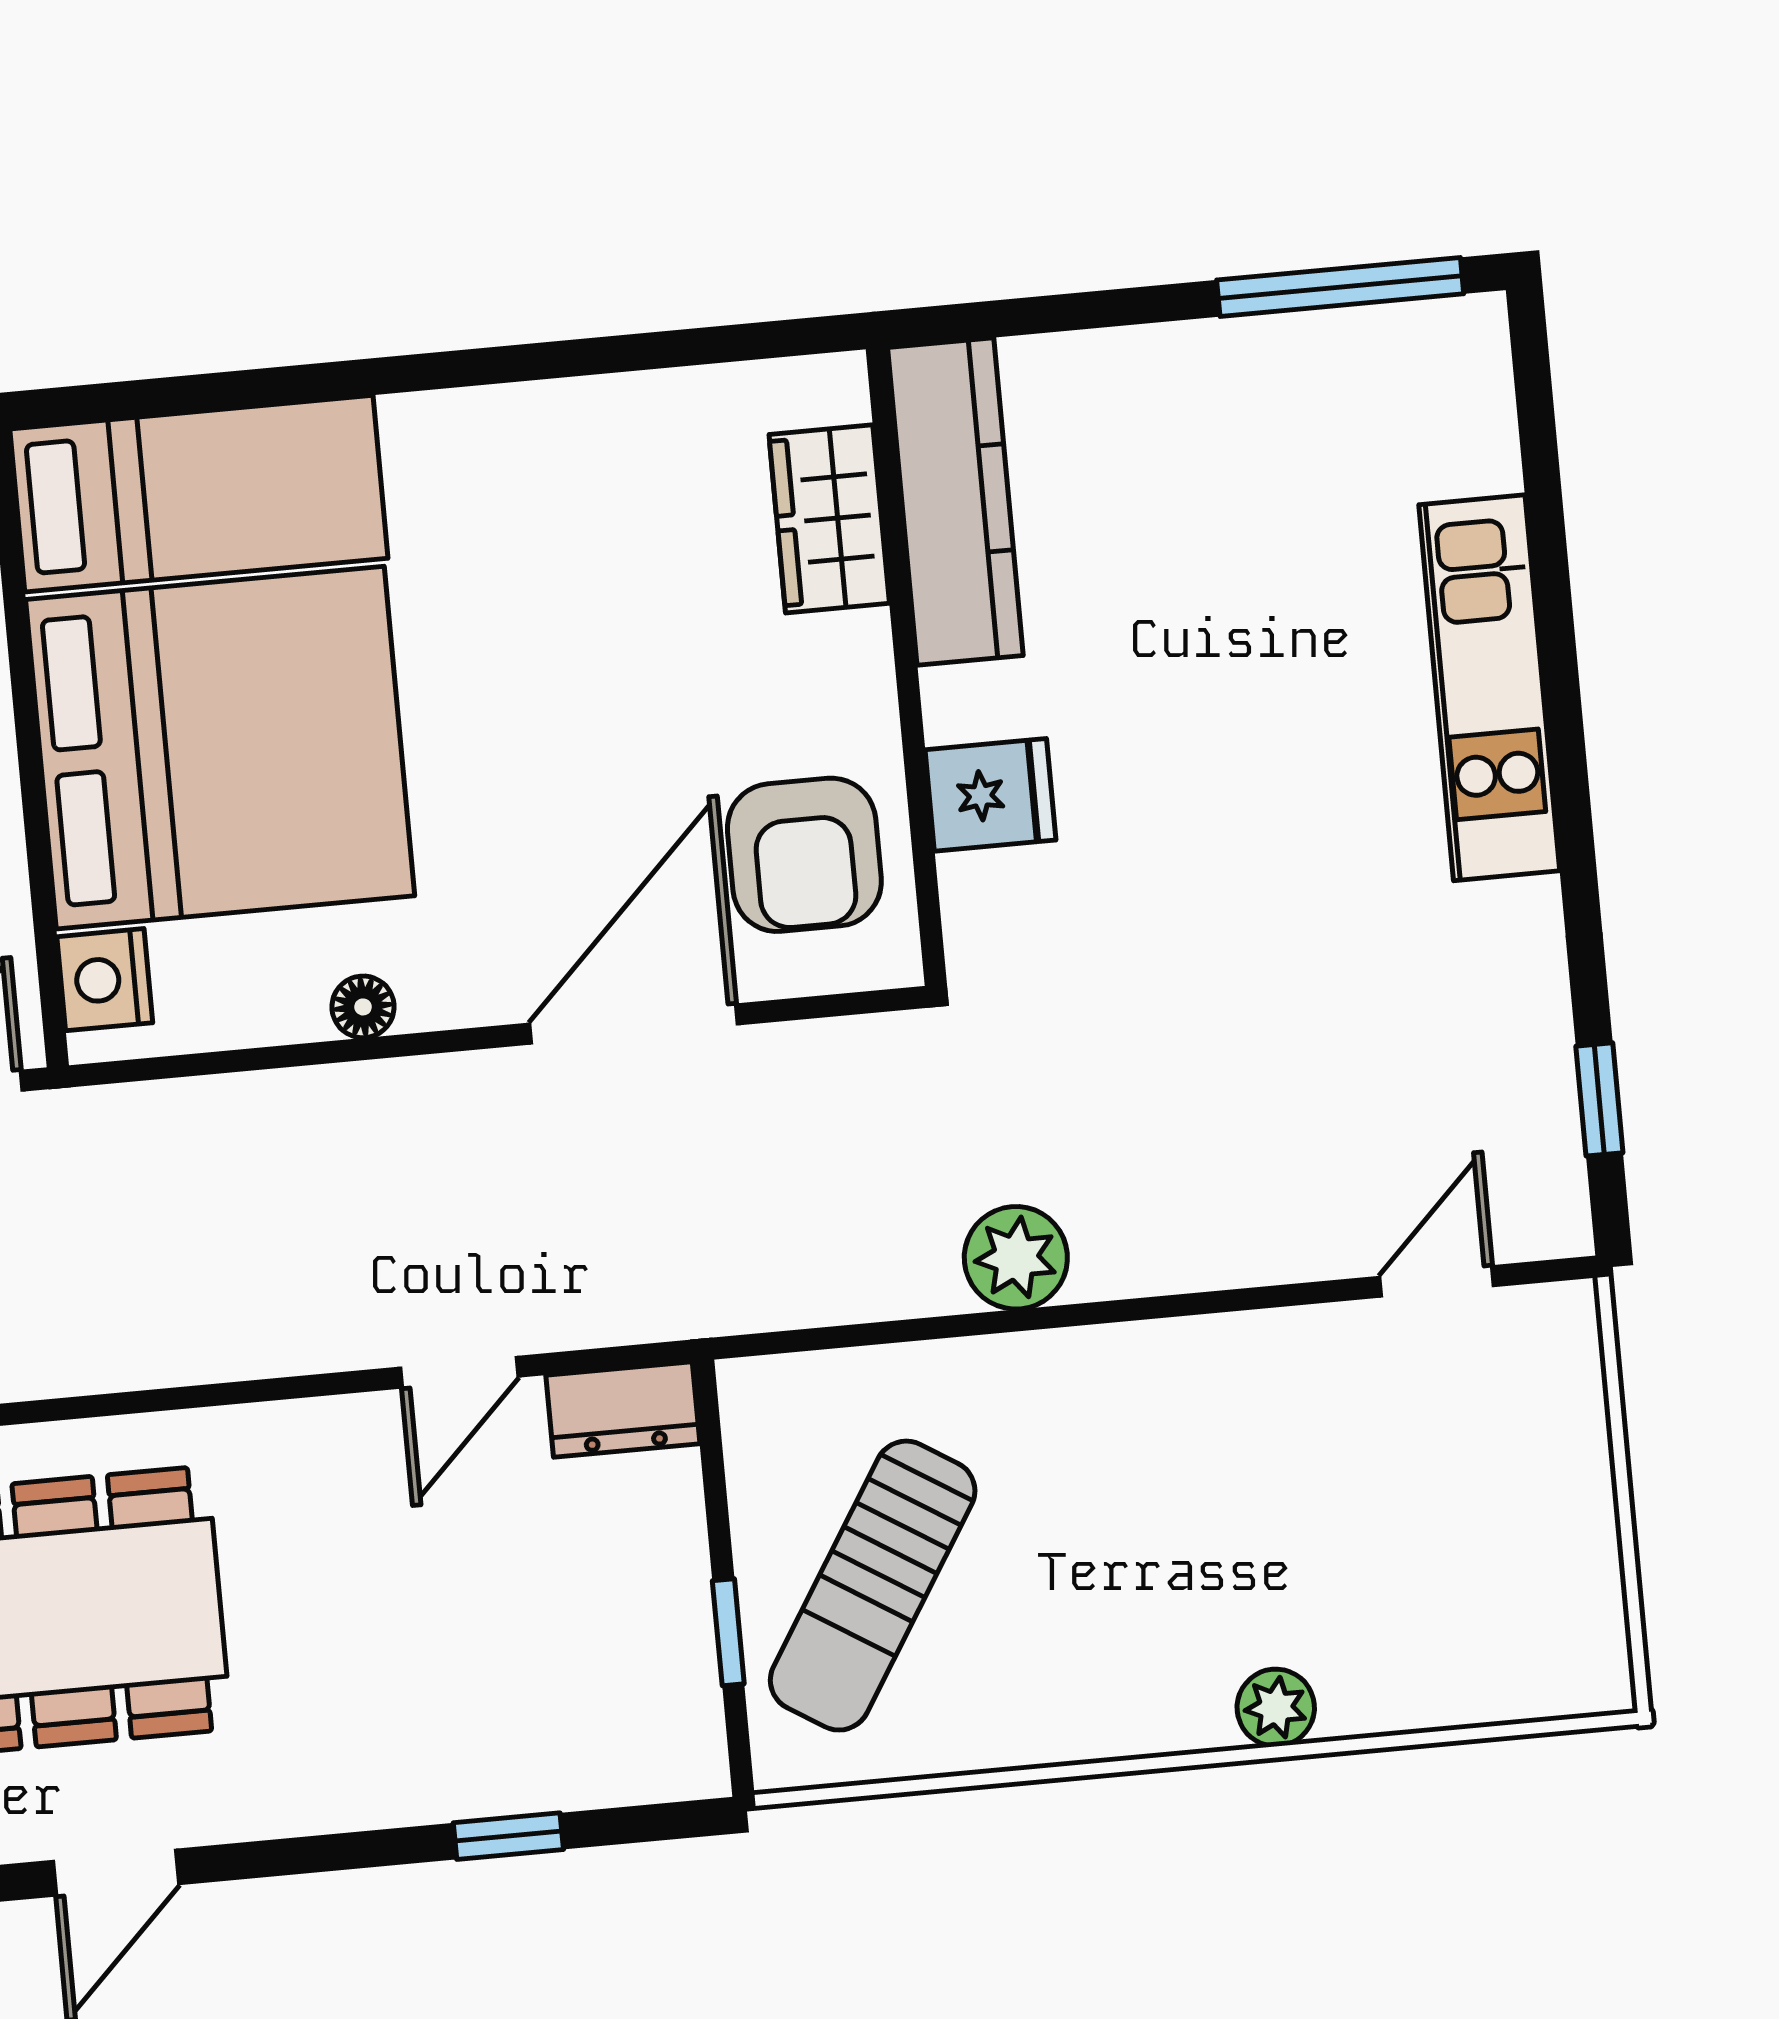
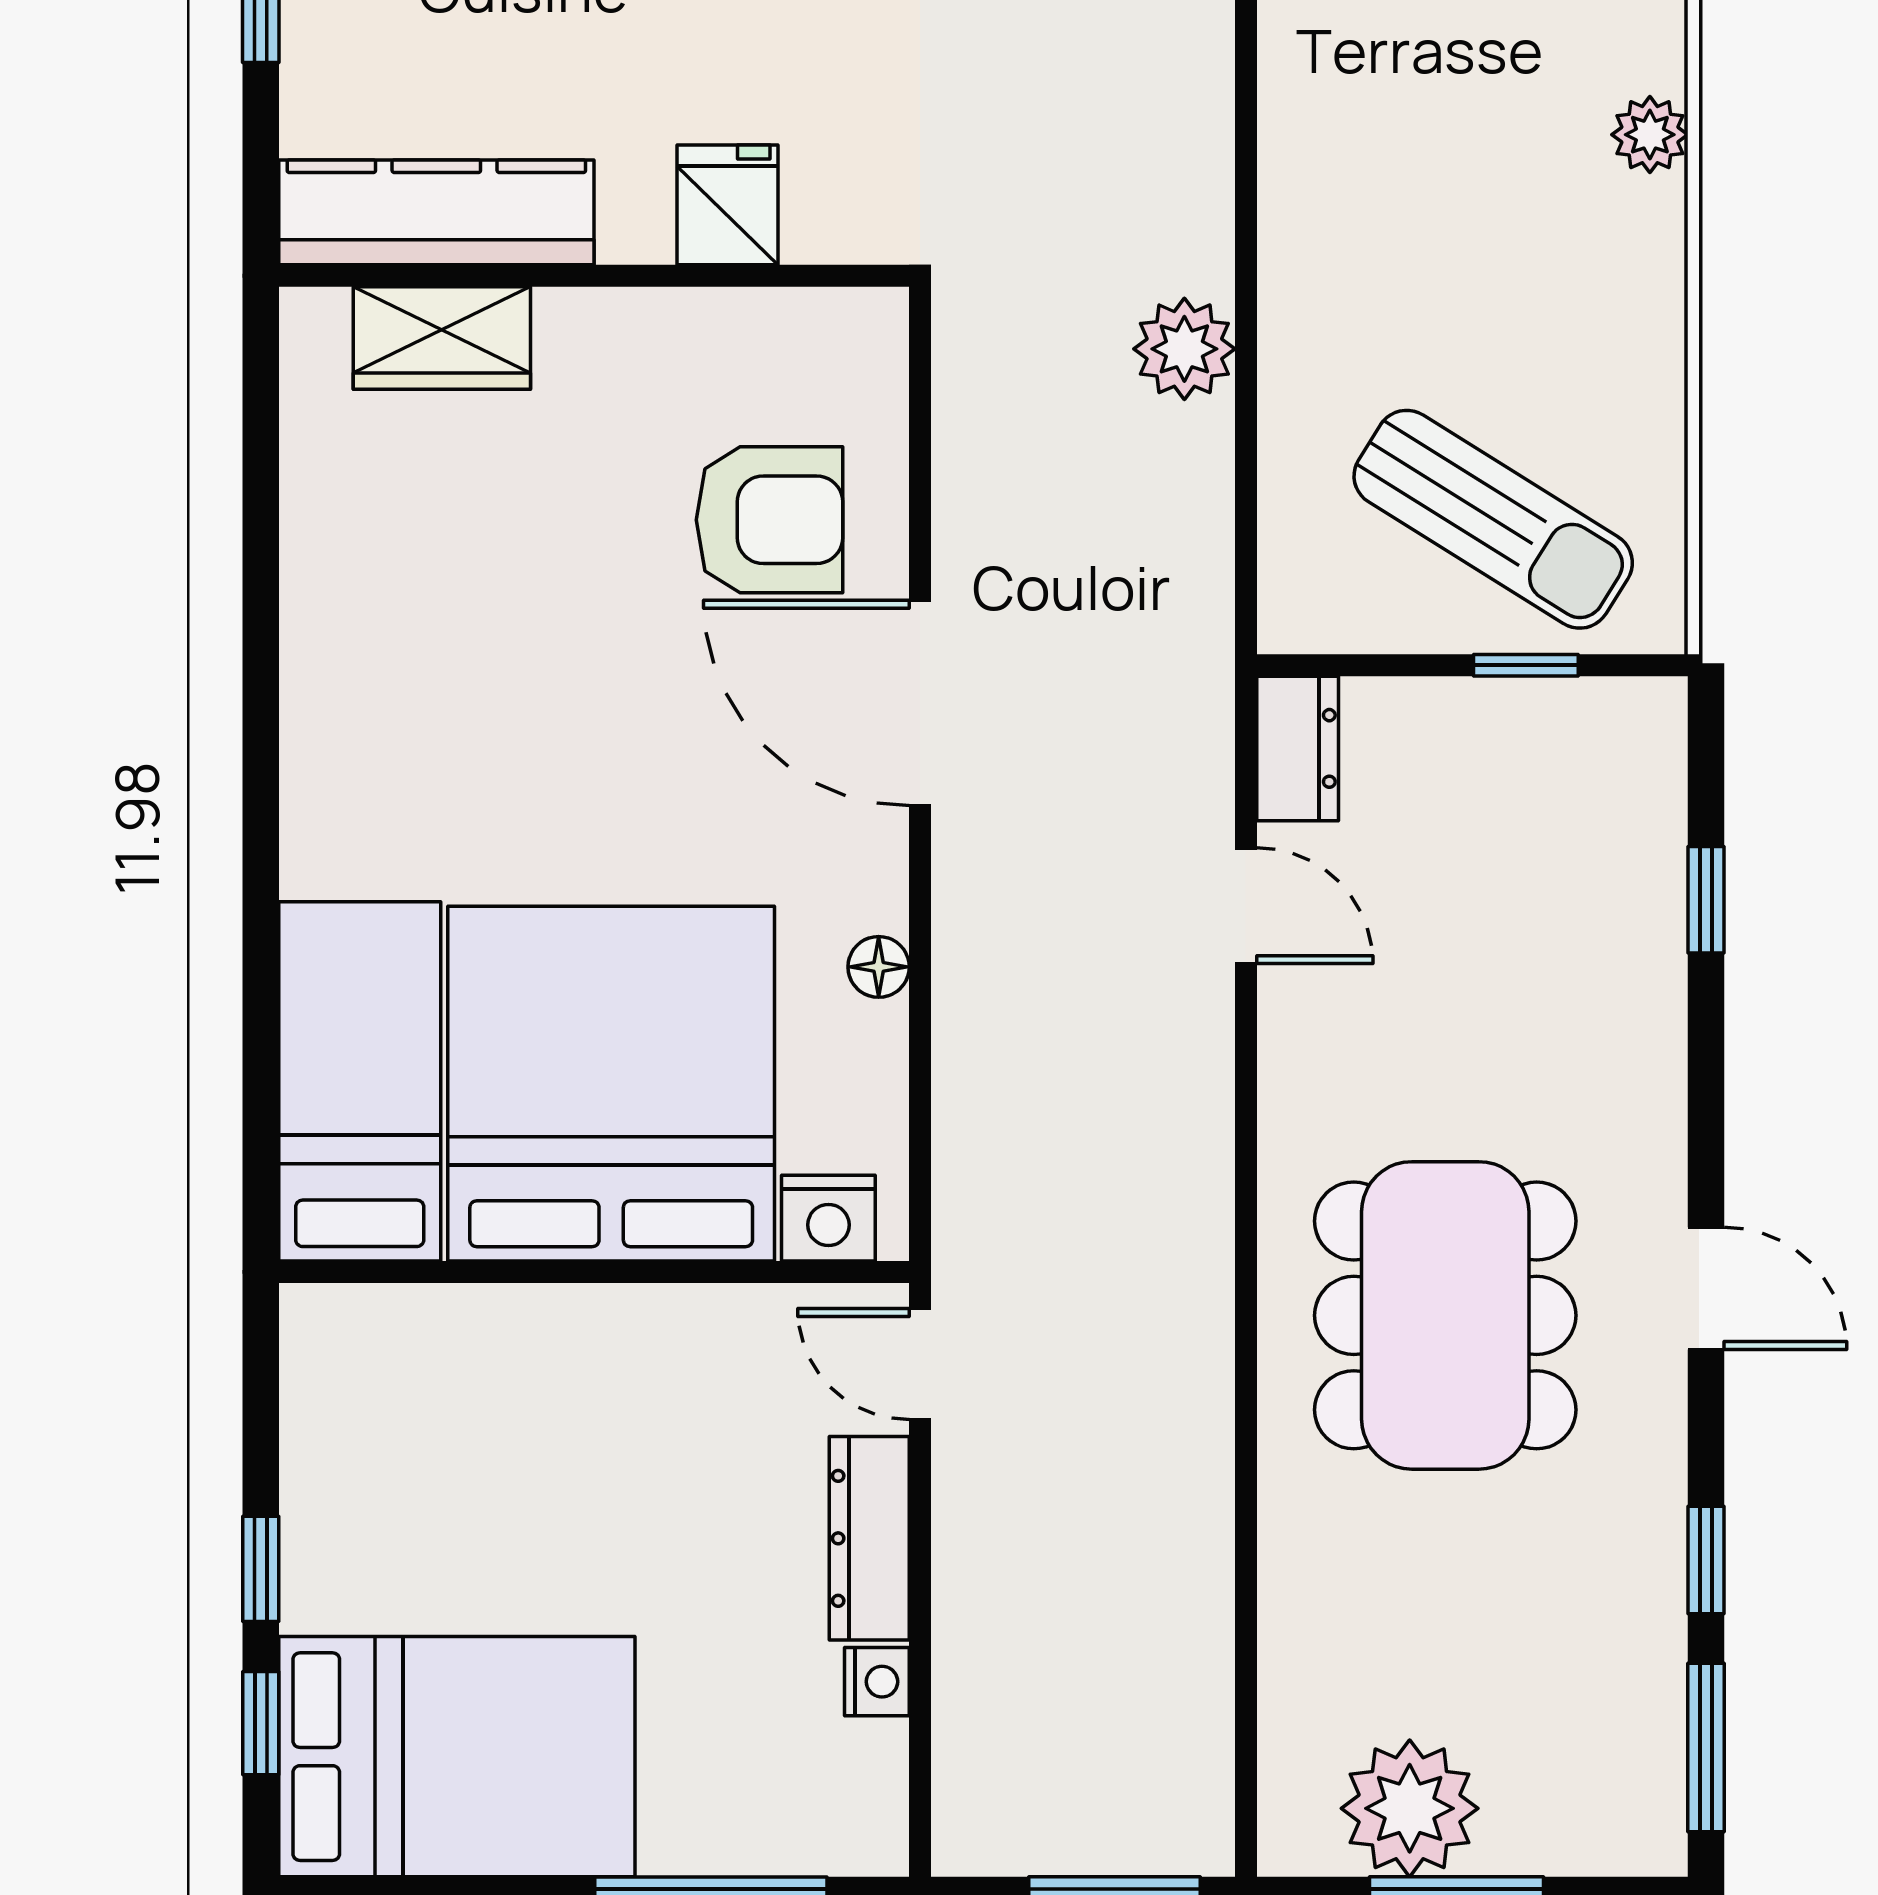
kitchen counter: (955, 501) -> (436, 212), moved
wardrobe: (829, 519) -> (442, 338), moved
wall: (906, 667) -> (594, 276), moved
fridge: (990, 795) -> (728, 205), moved

